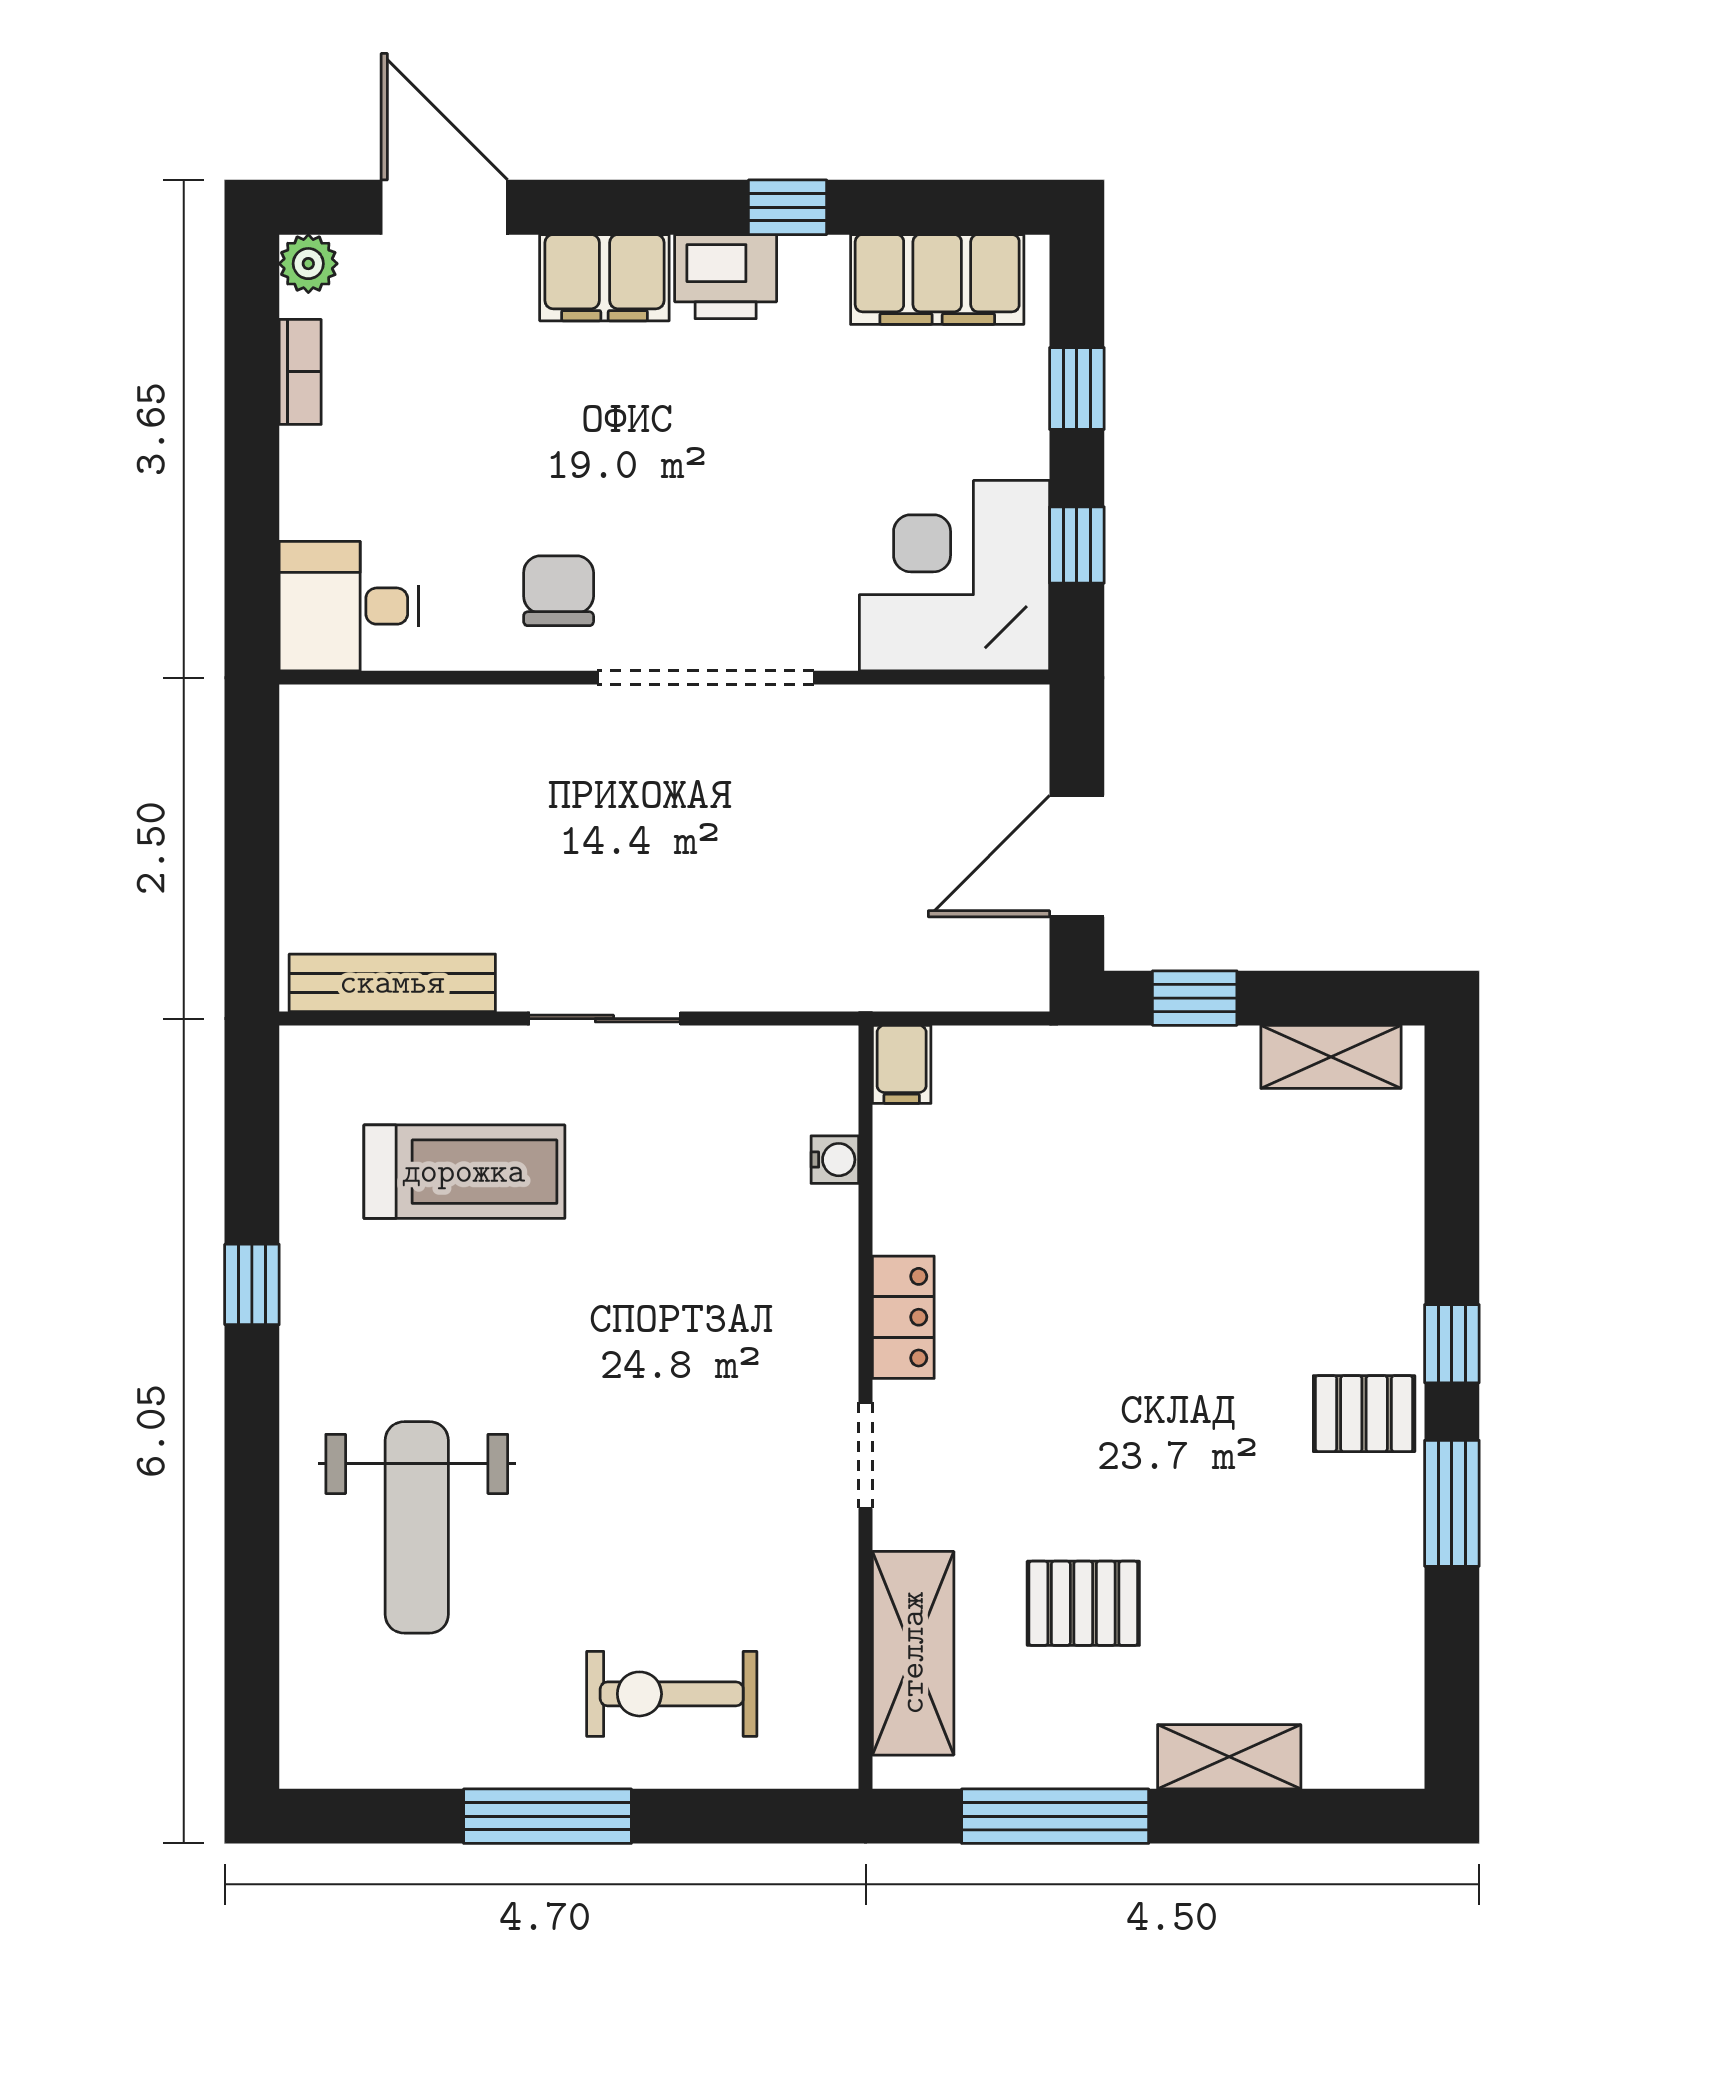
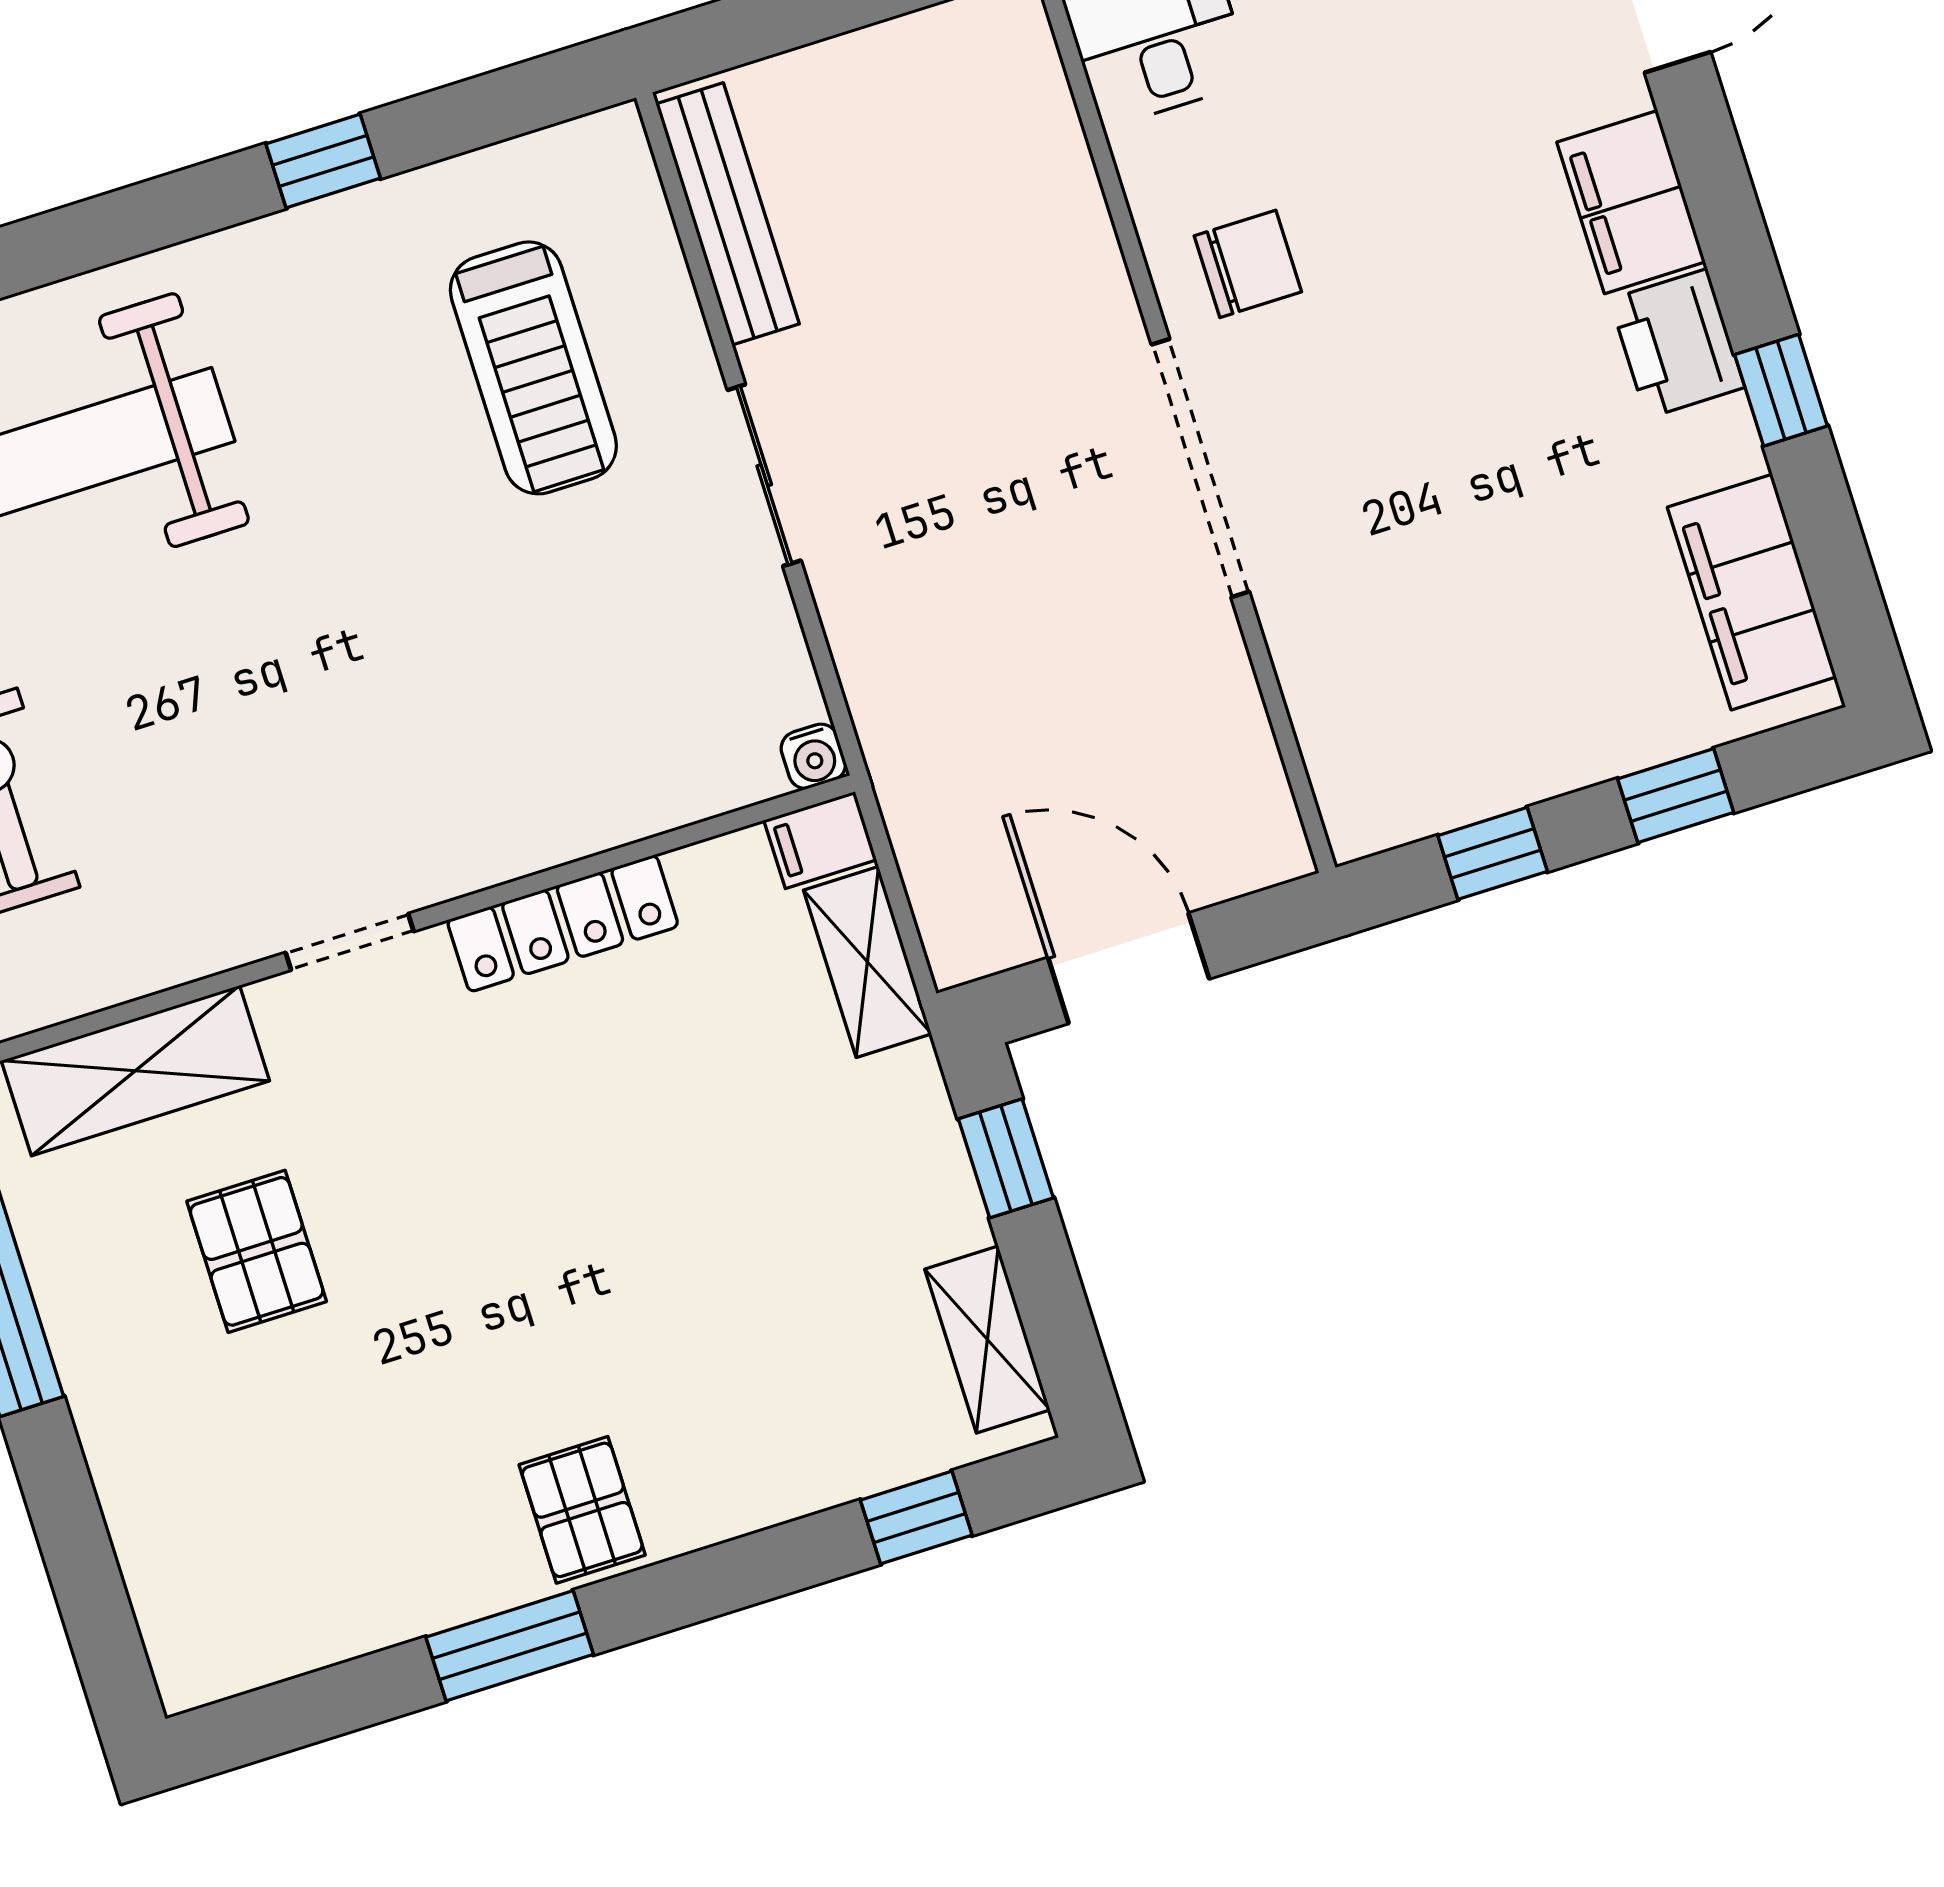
corner desk: (954, 576) -> (1412, 721), removed
water cooler: (835, 1160) -> (813, 756), moved
locker: (903, 1317) -> (563, 923), width x1.53
window: (1452, 1344) -> (916, 1518), moved
shelving: (1229, 1757) -> (867, 962), moved

